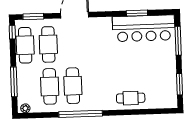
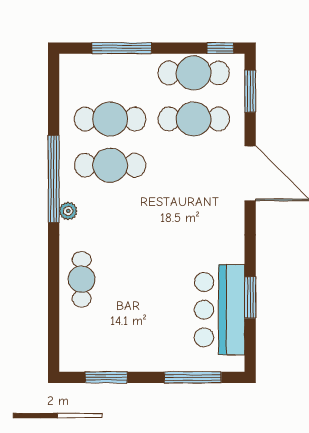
bar counter: (144, 28) -> (220, 310), width x0.73
plant: (25, 108) -> (68, 211), moved

